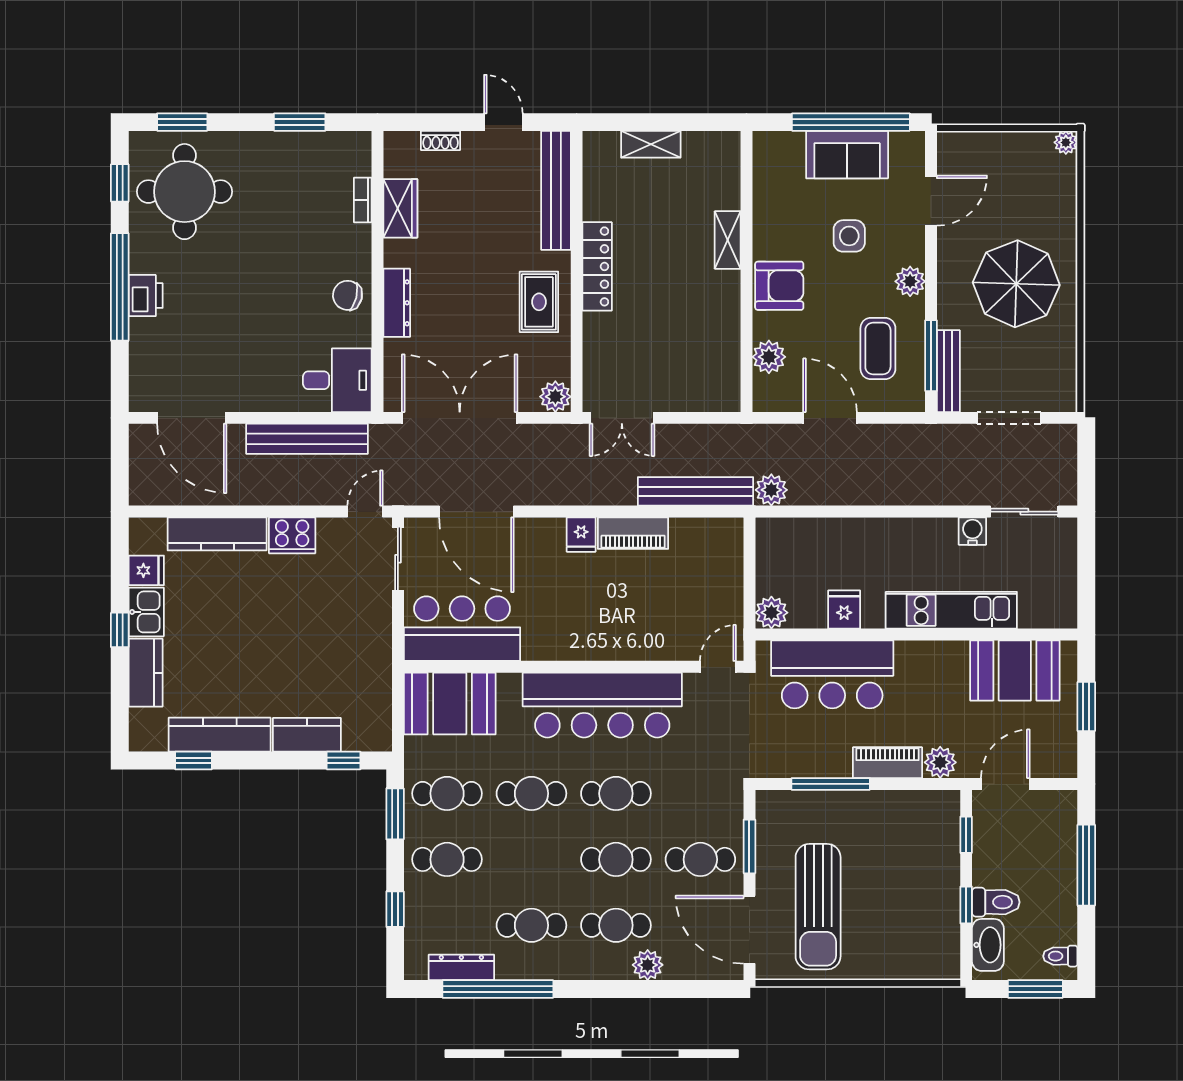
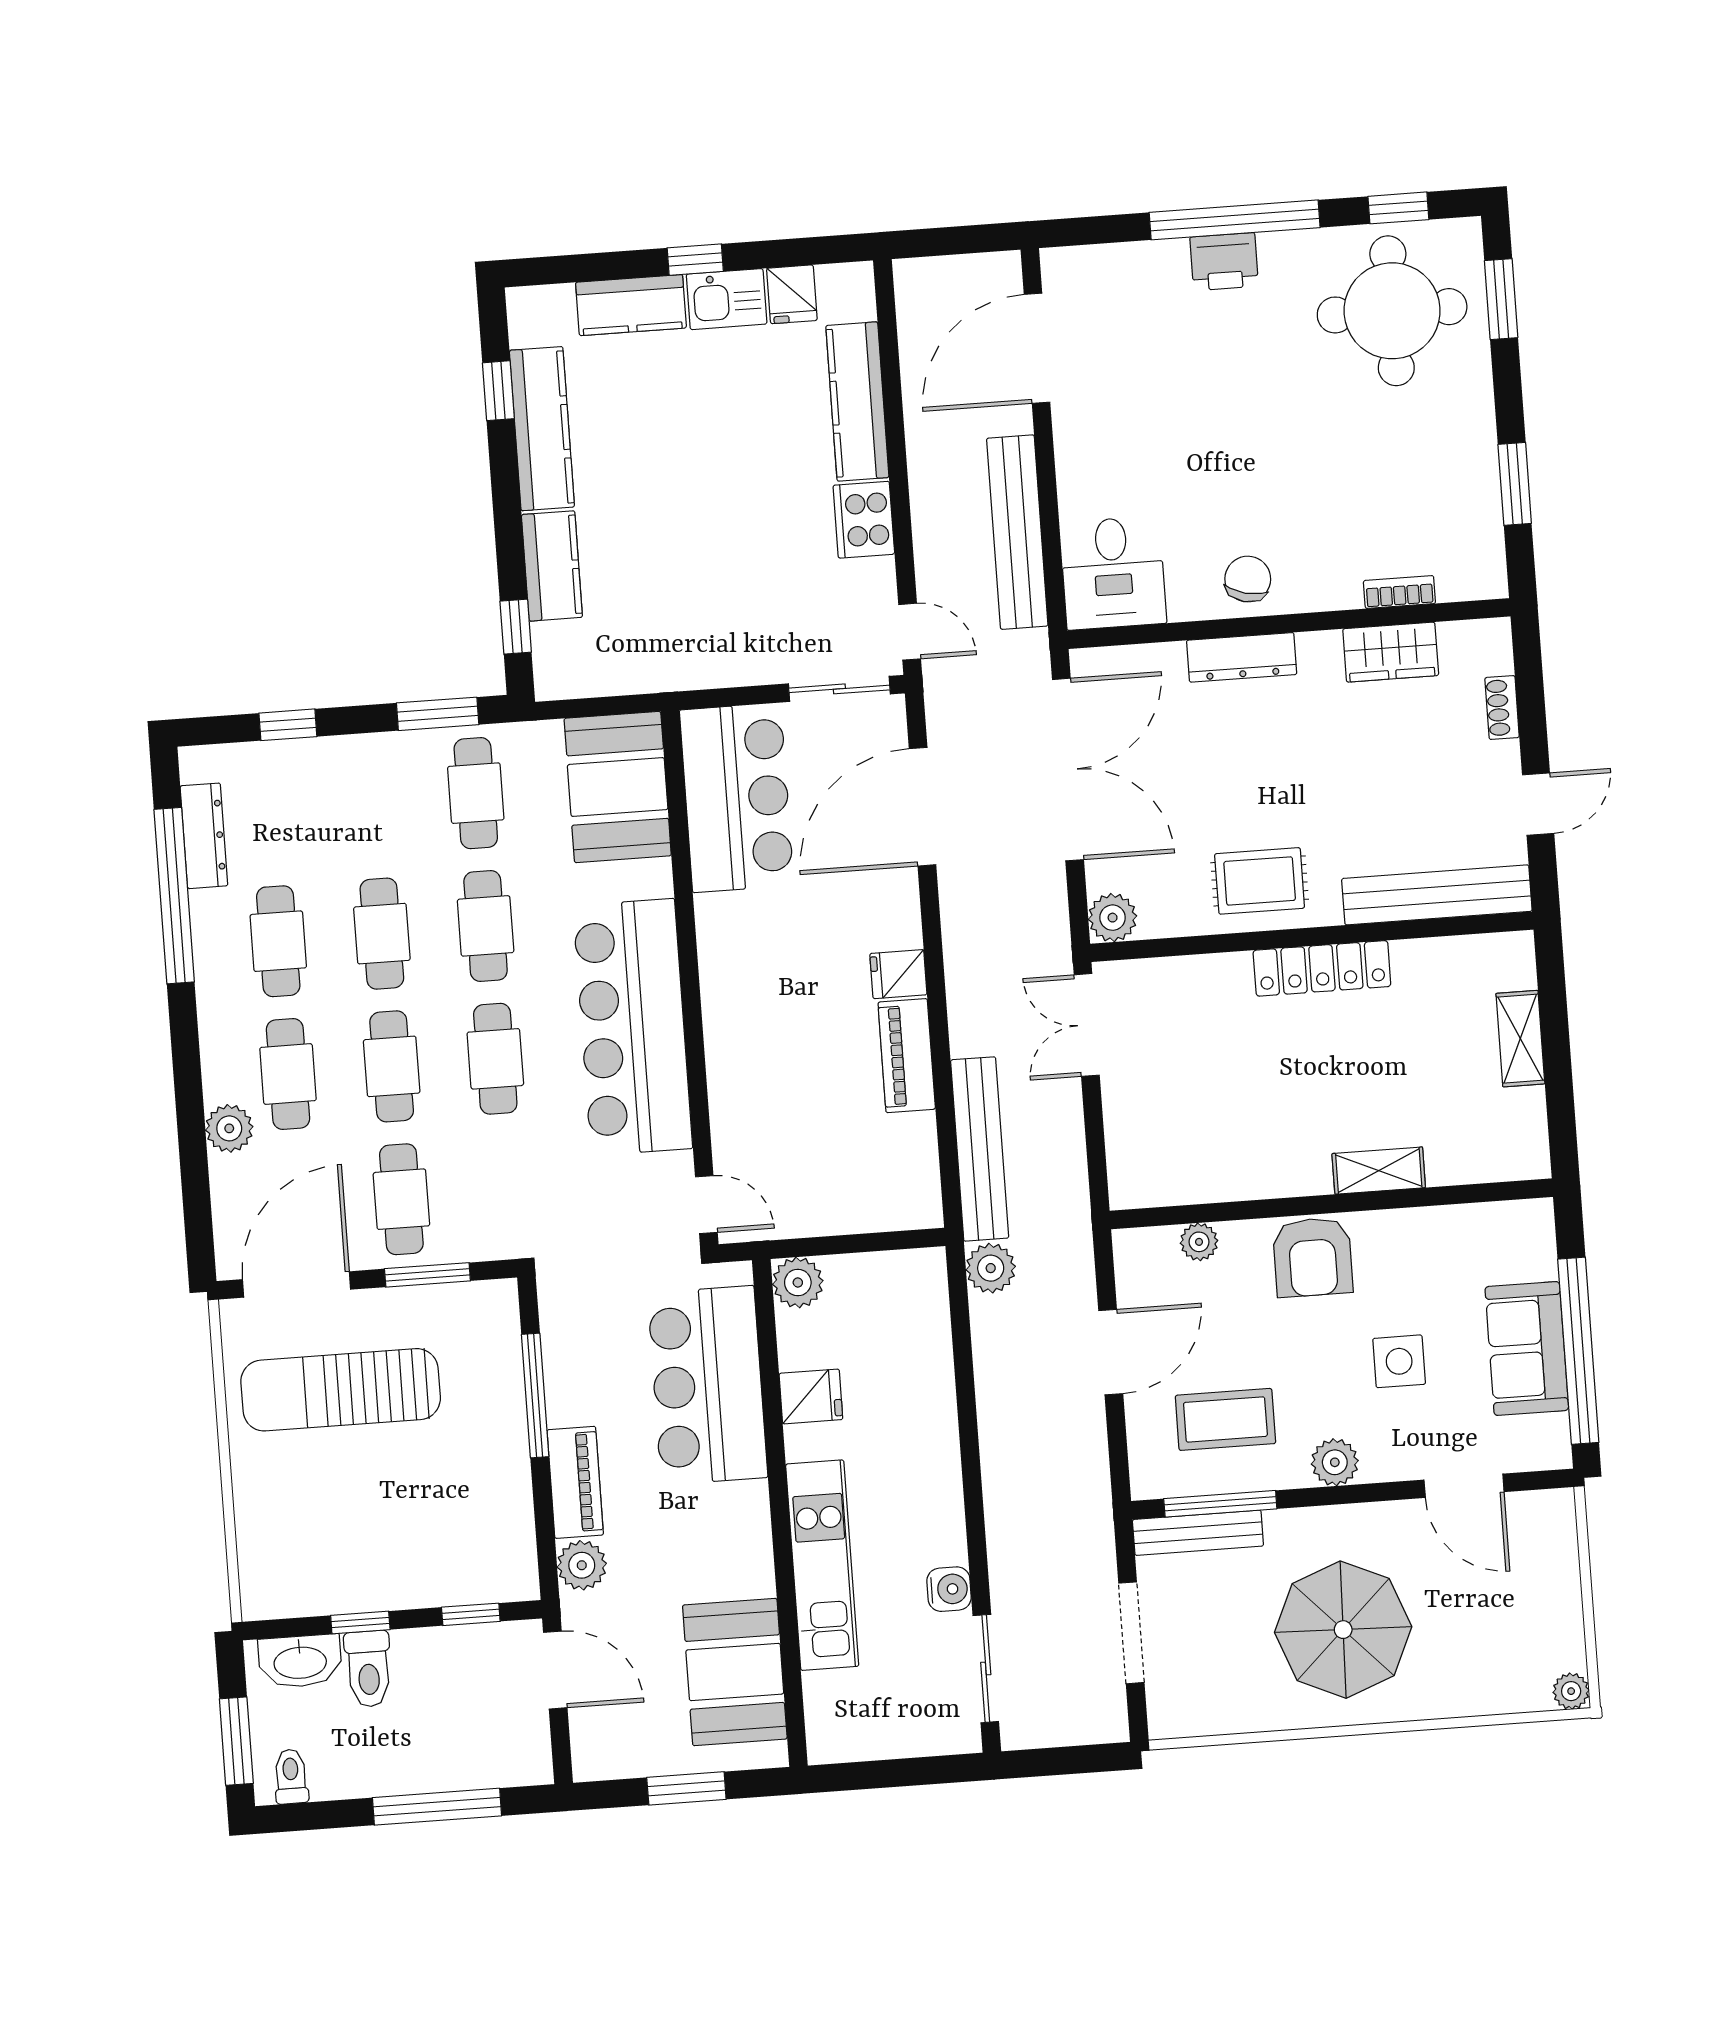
plant: (769, 357) -> (1199, 1242), width x0.73, depth x0.73
cafe table: (447, 859) -> (382, 934), moved

